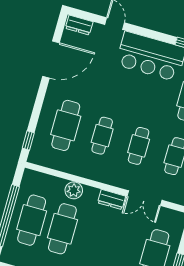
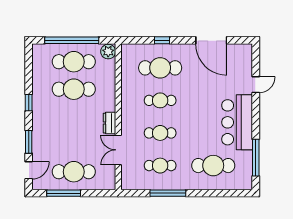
dresser: (79, 25) -> (246, 56), removed
window: (28, 140) -> (162, 40), moved
plant: (74, 190) -> (108, 52), moved

